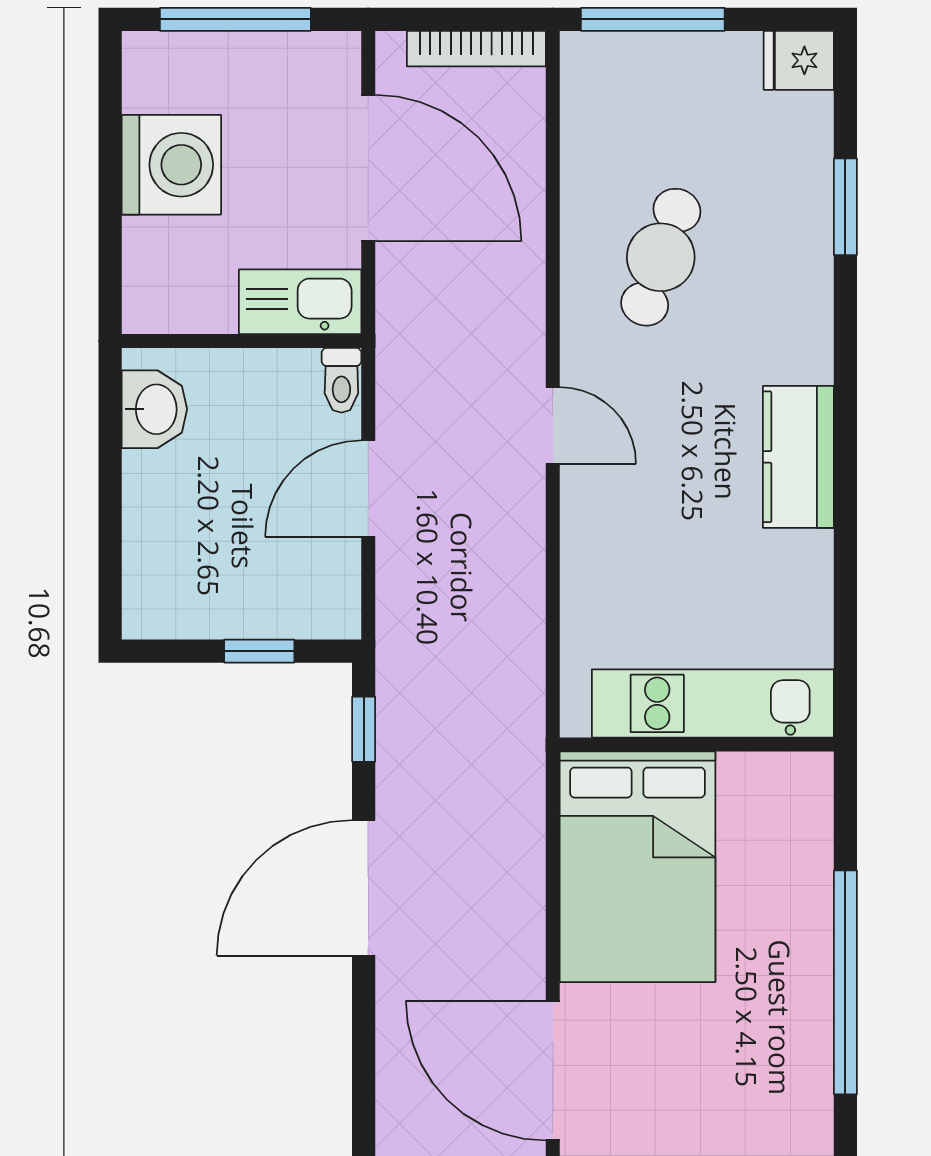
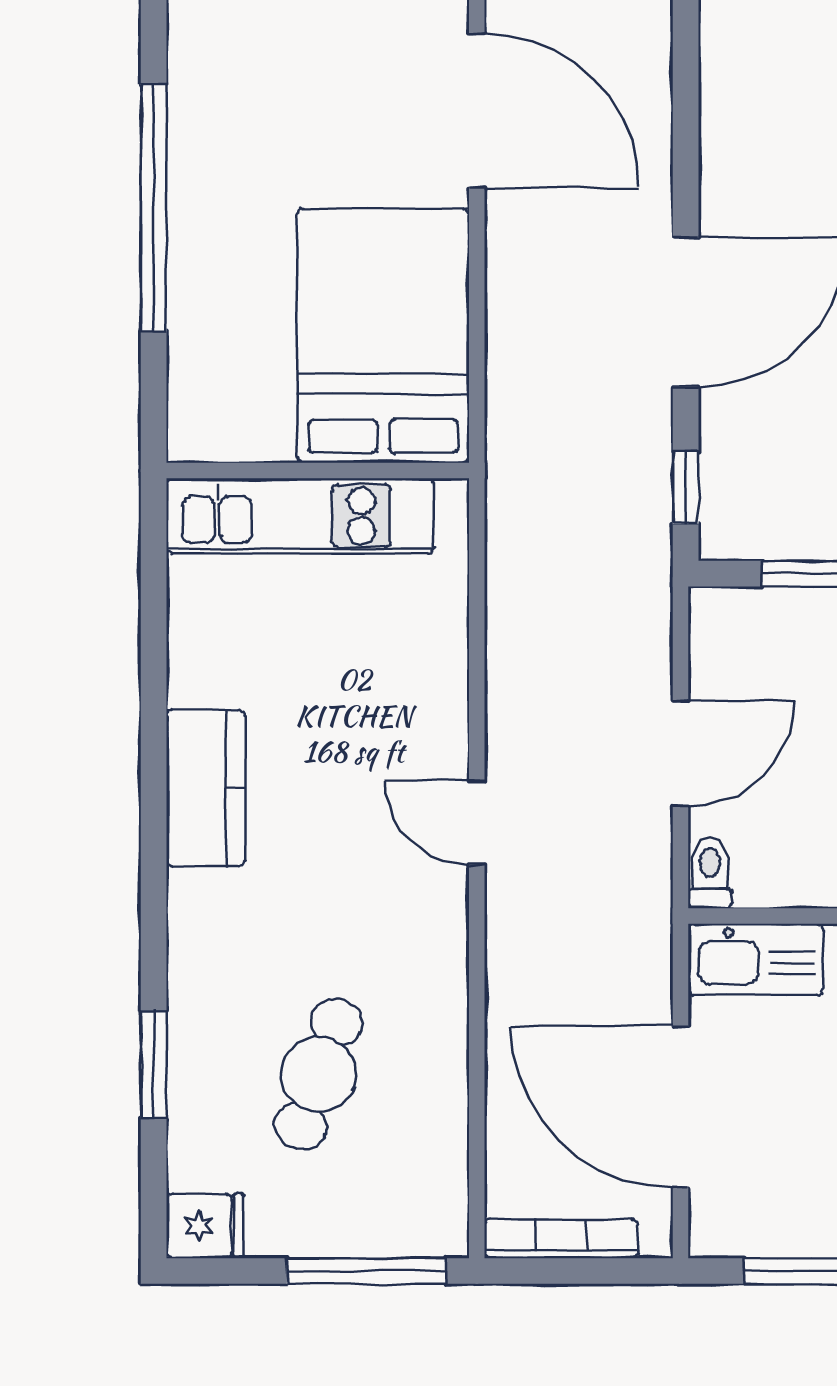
cafe table: (661, 257) -> (319, 1074), moved

